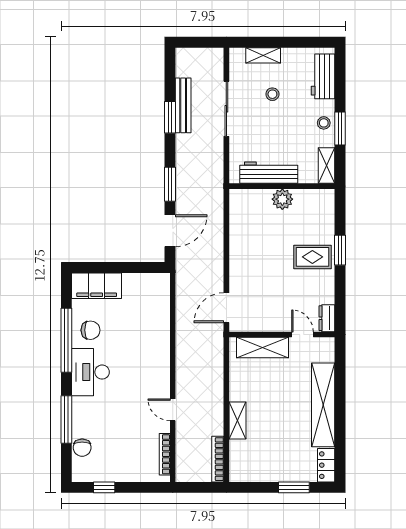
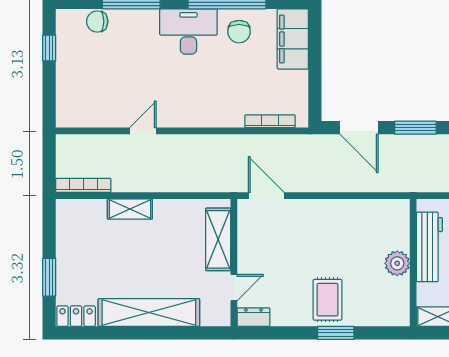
bookcase: (165, 454) -> (270, 121), moved

